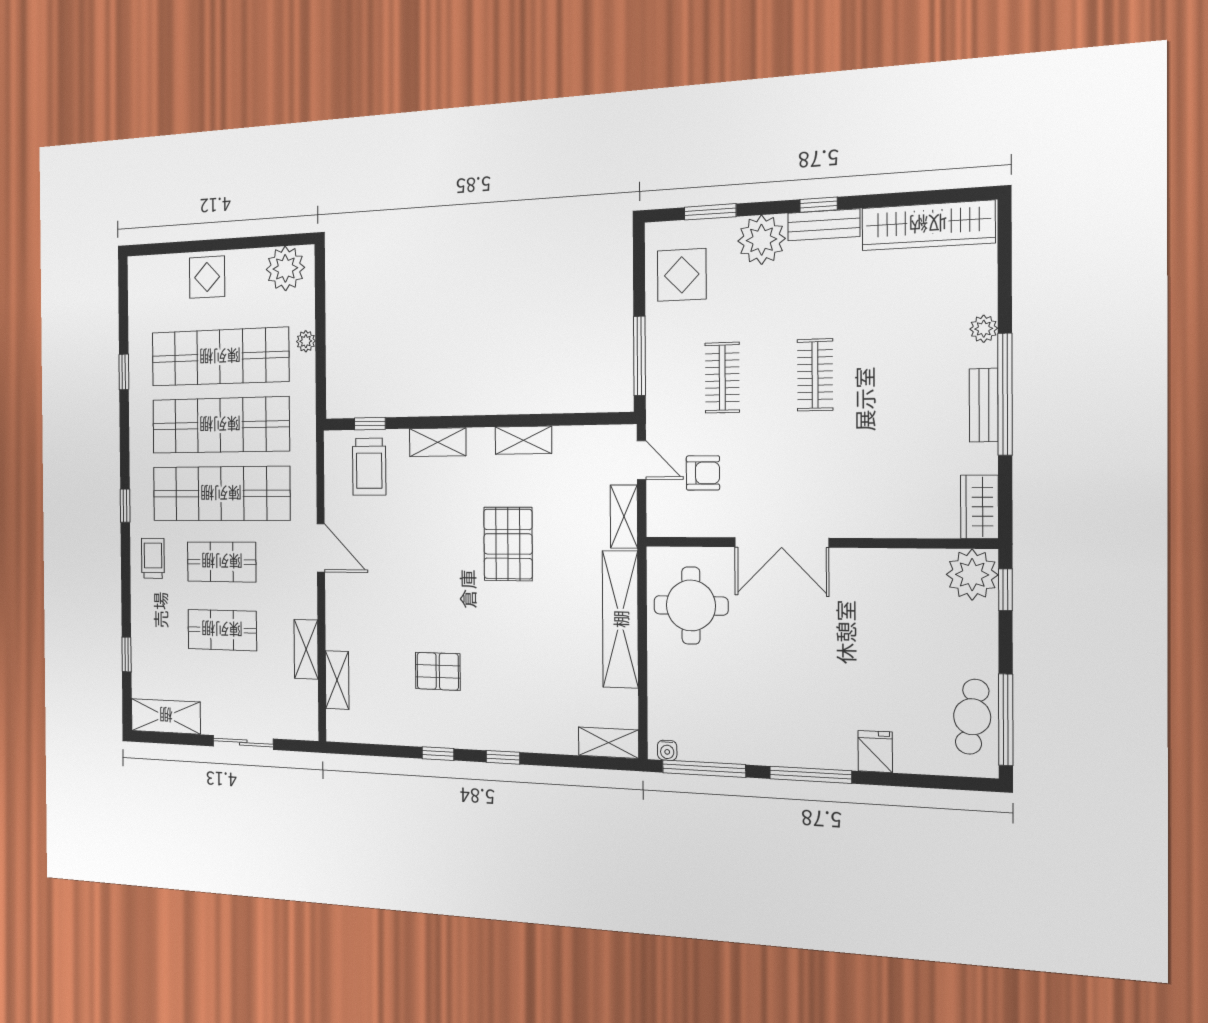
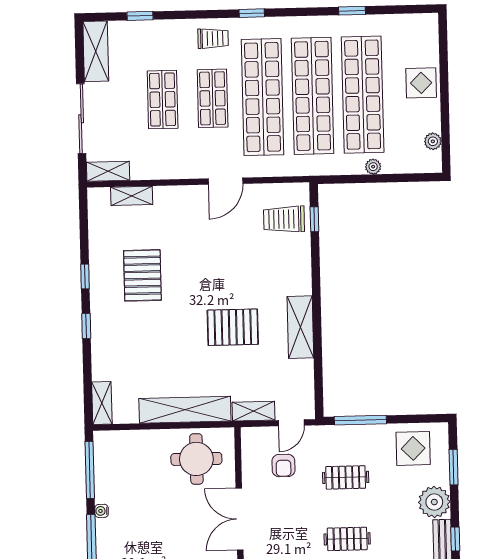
plant: (285, 268) -> (433, 141), width x0.53, depth x0.53
shelving: (523, 440) -> (300, 327), width x1.50, depth x1.33
shelving: (438, 442) -> (302, 273), removed
shelving: (306, 649) -> (108, 171), moved
pallet: (438, 671) -> (142, 275), width x1.50, depth x1.42
sliding door: (243, 743) -> (81, 119), width x1.37
water cooler: (667, 750) -> (102, 511), moved

